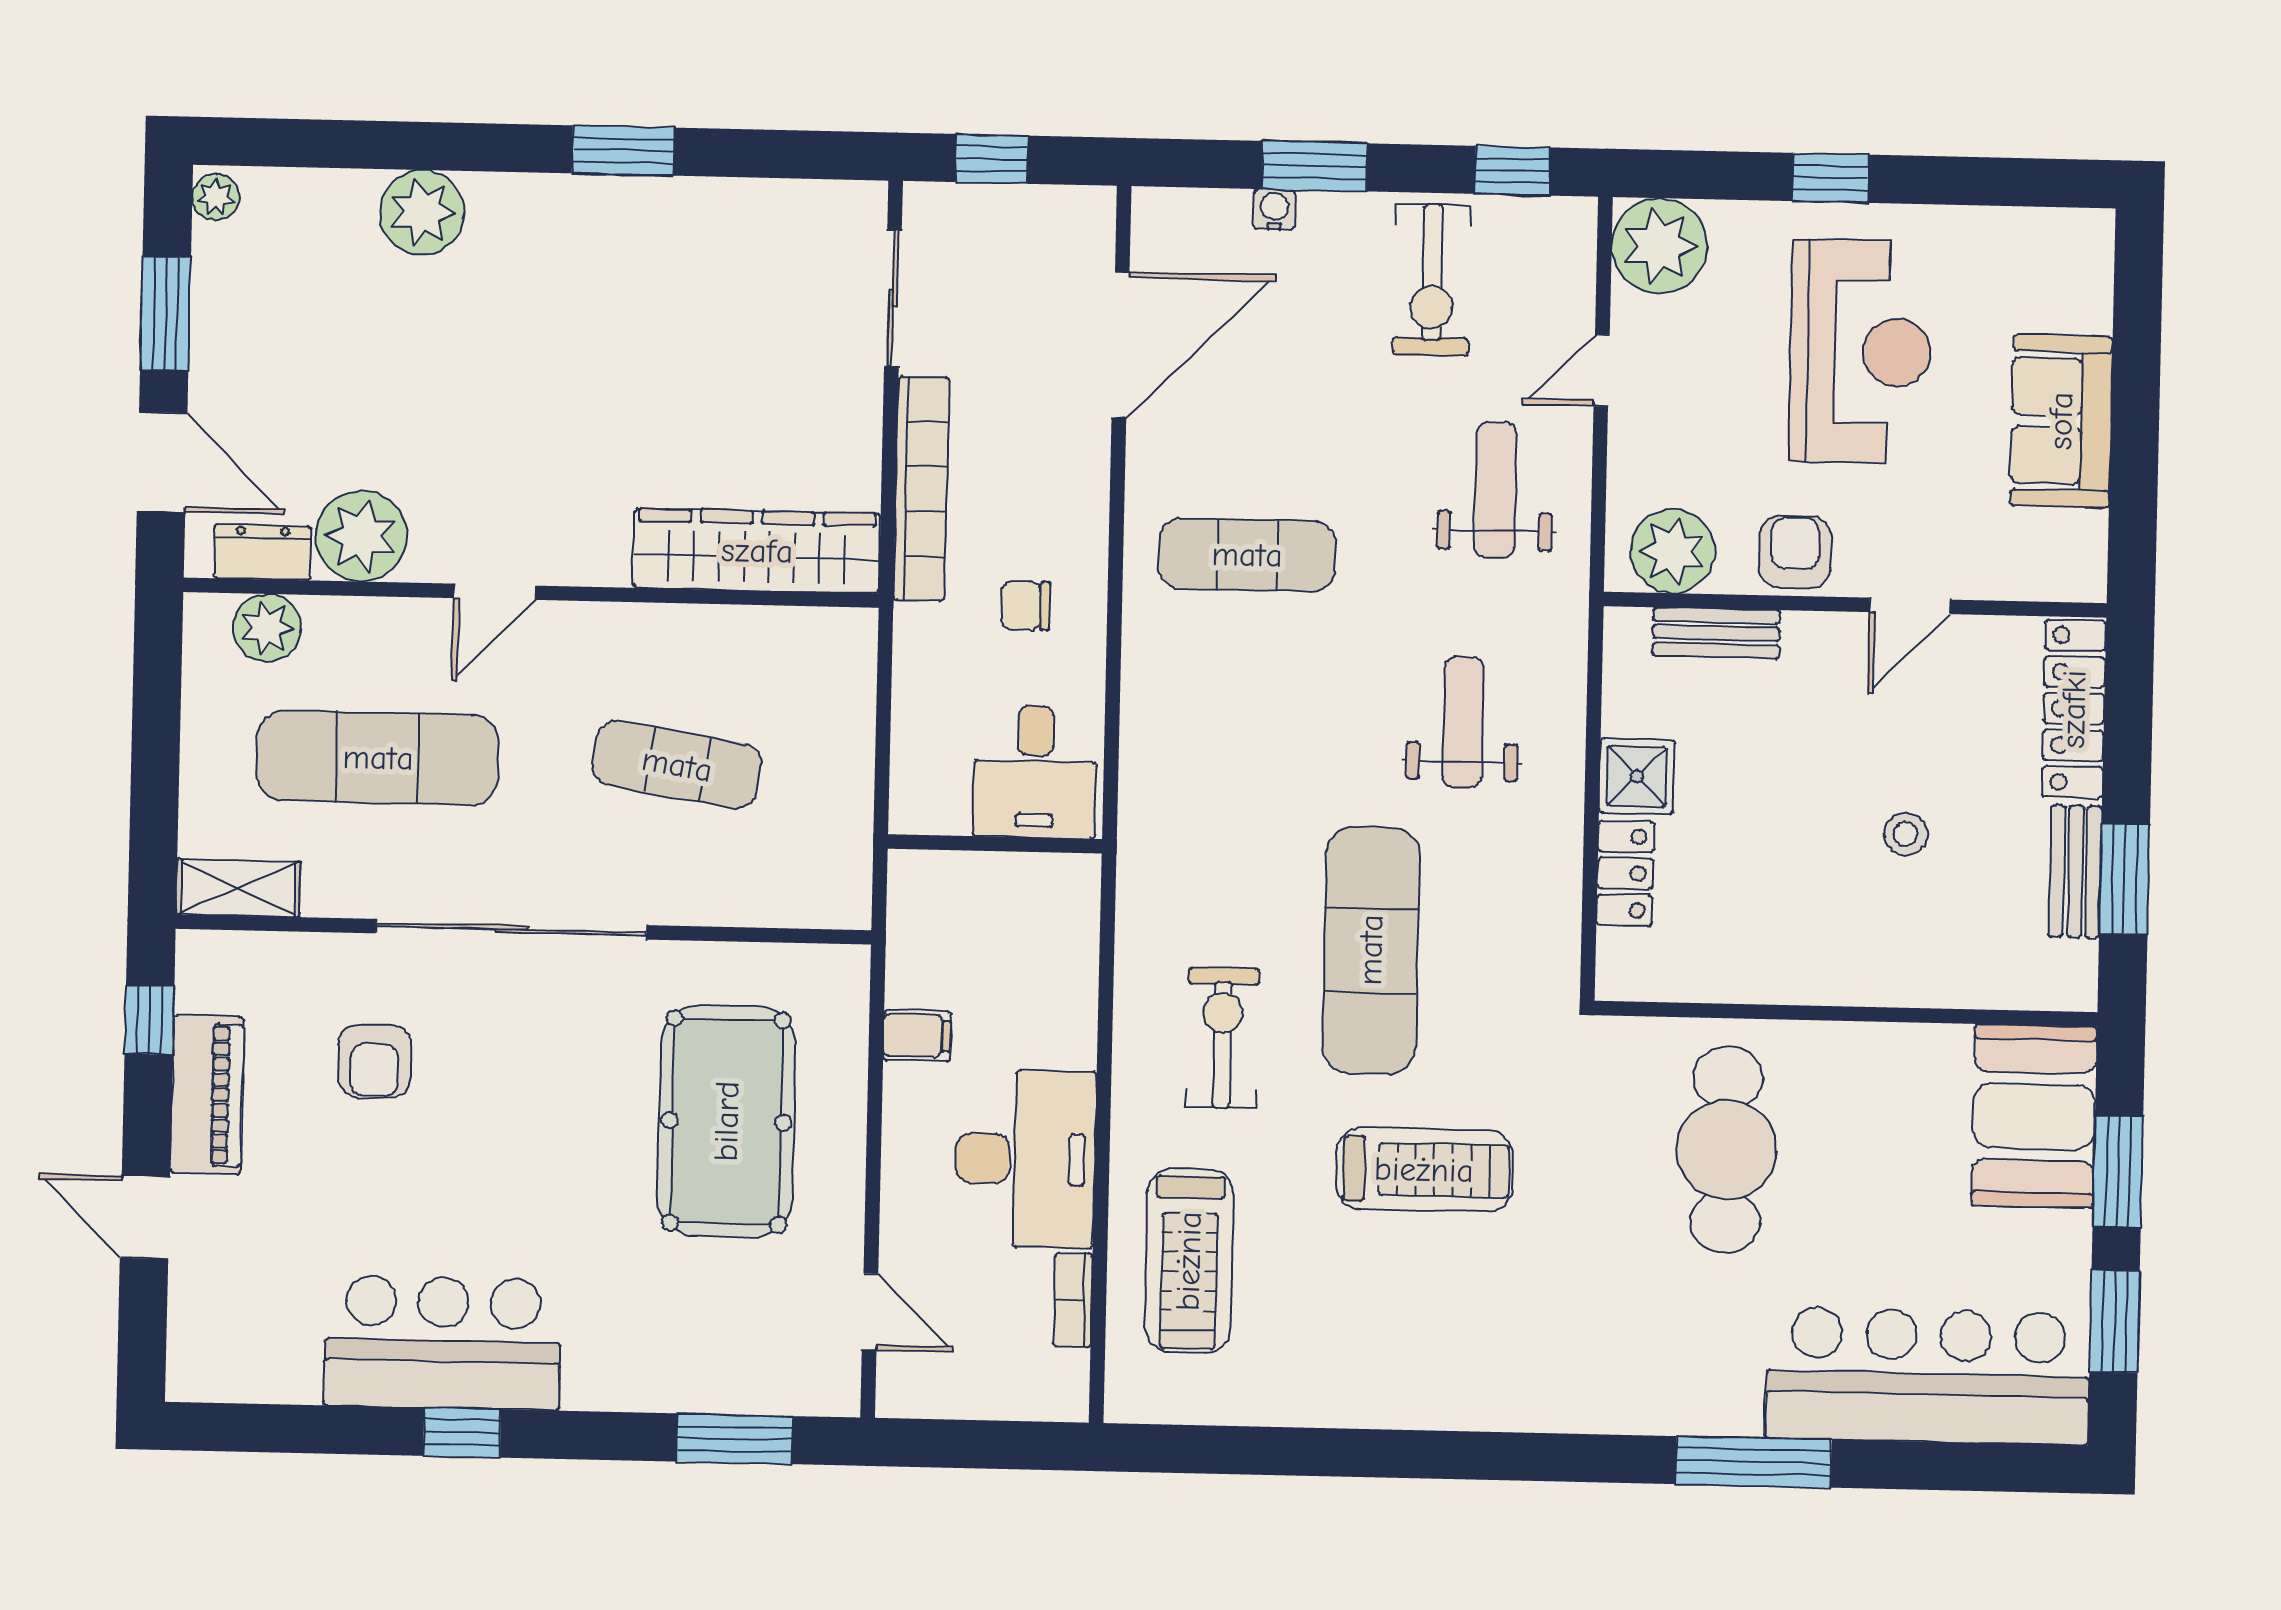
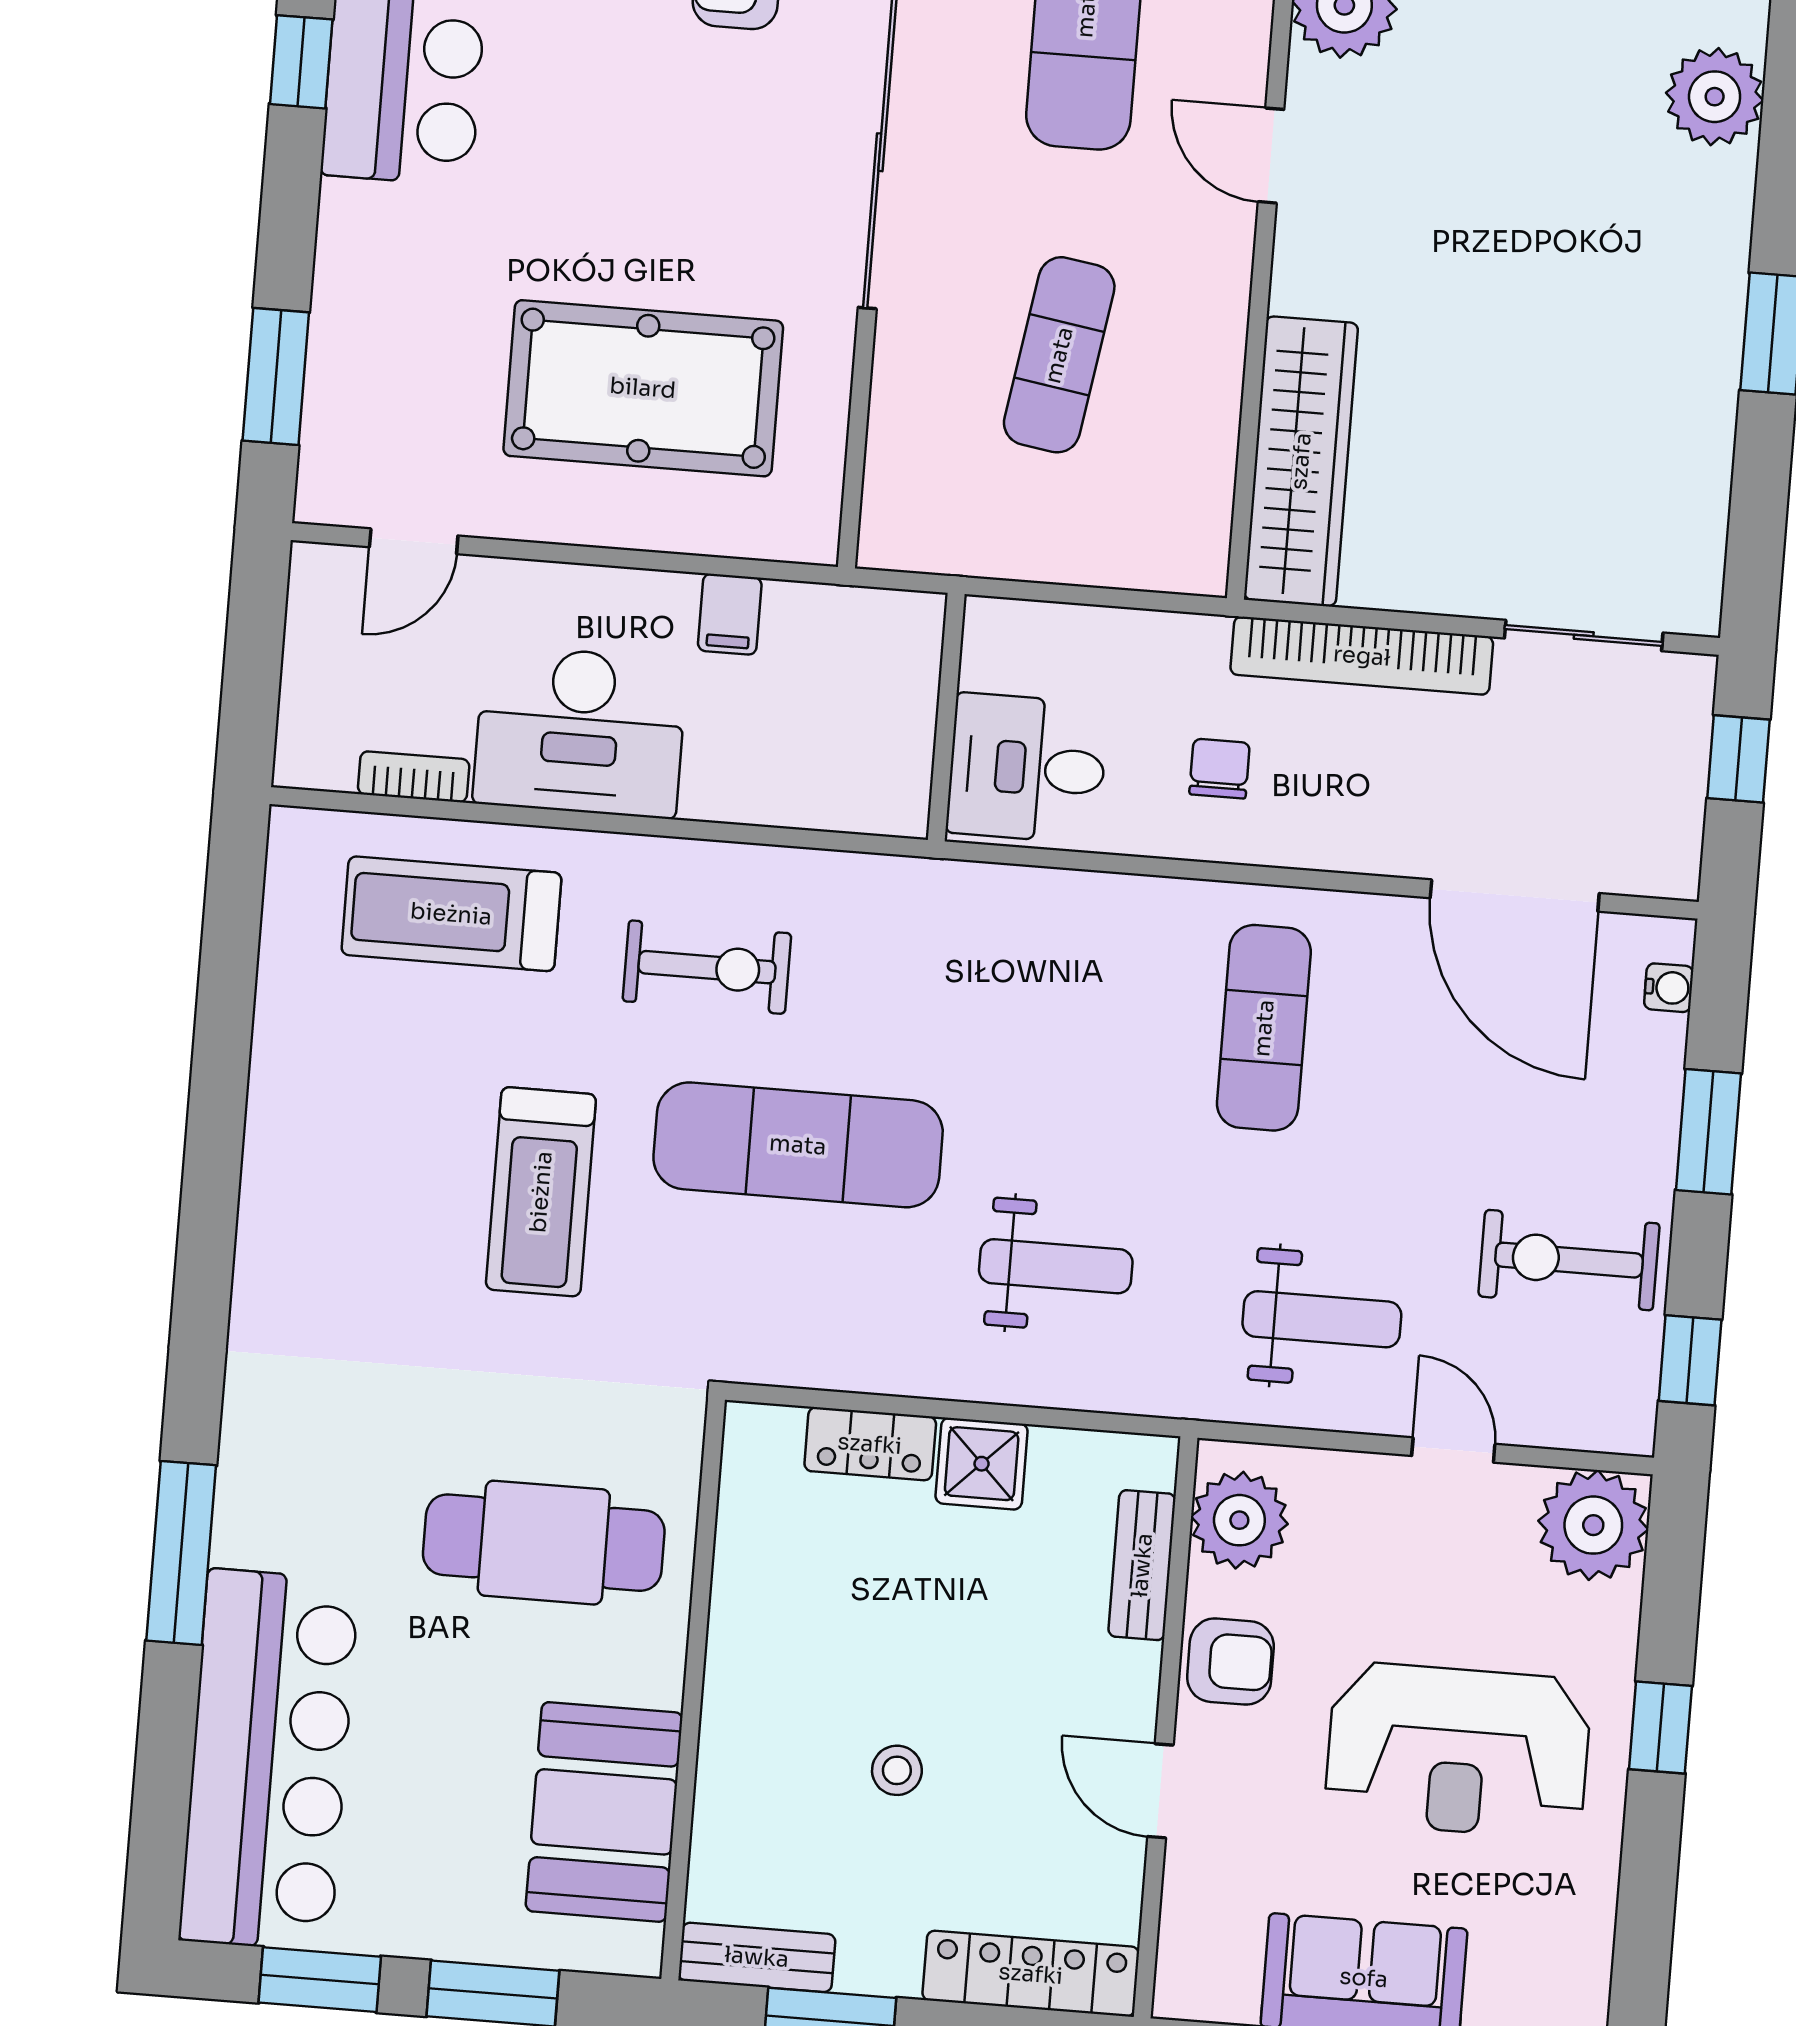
water cooler: (1274, 209) -> (1669, 988), moved
bench: (2075, 871) -> (757, 1957), moved
booth: (2034, 1116) -> (604, 1812), moved, turned 90

